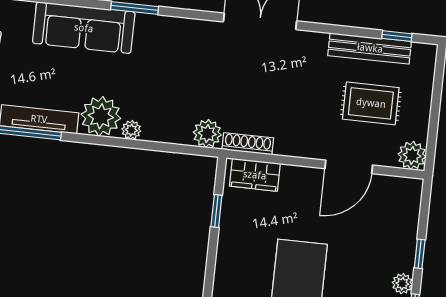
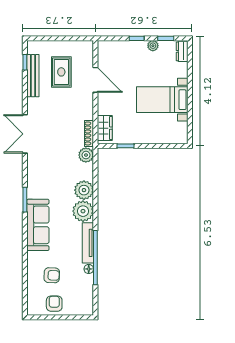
plant: (131, 130) -> (84, 190), width x1.88, depth x1.88
plant: (412, 155) -> (86, 48), removed

